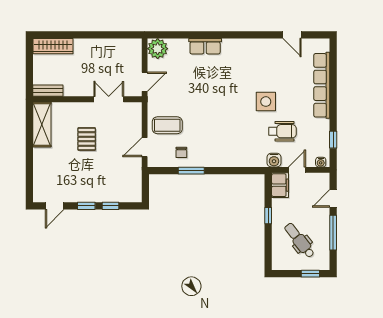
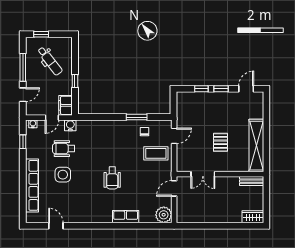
wardrobe: (53, 46) -> (253, 217), width x0.67
wheelchair: (222, 94) -> (112, 178), added
side table: (266, 102) -> (63, 175), moved
shelving: (42, 124) -> (256, 146), width x1.47

